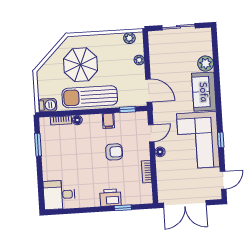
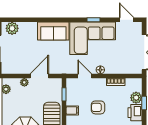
plant: (206, 64) -> (12, 28), moved
door: (149, 91) -> (39, 76), moved
armchair: (114, 152) -> (98, 107), turned -90
plant: (129, 198) -> (136, 98), added

